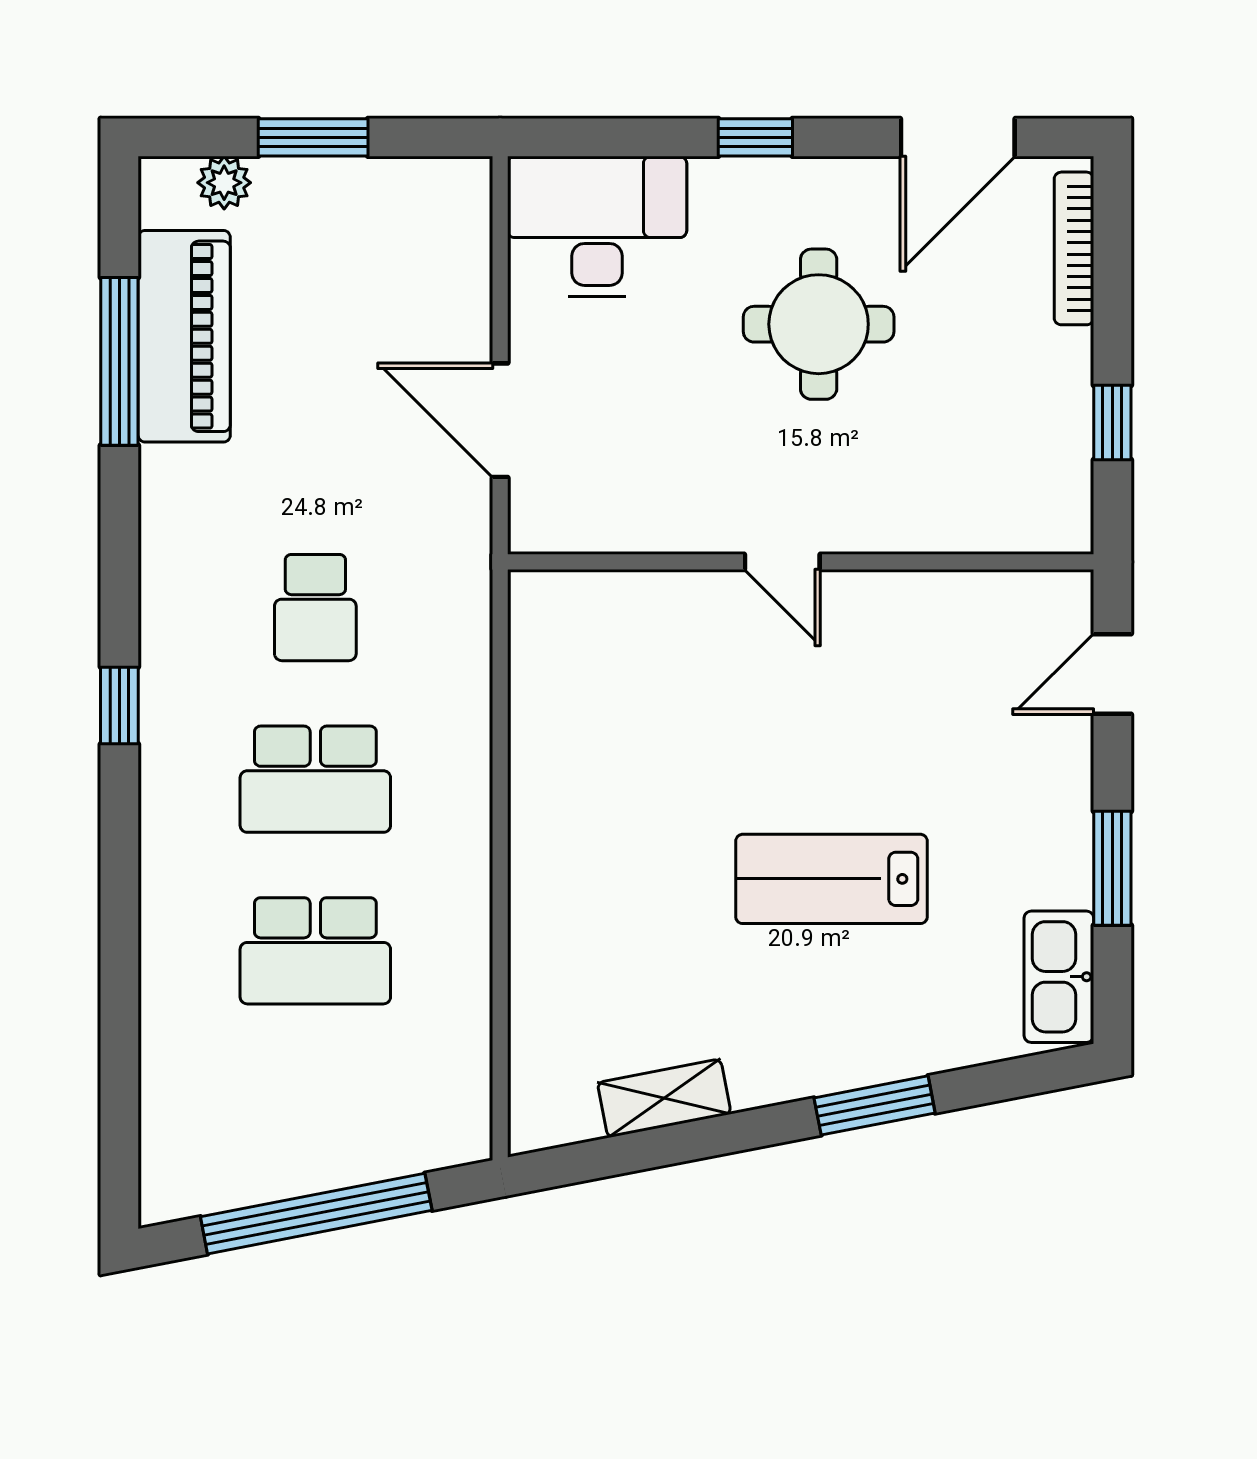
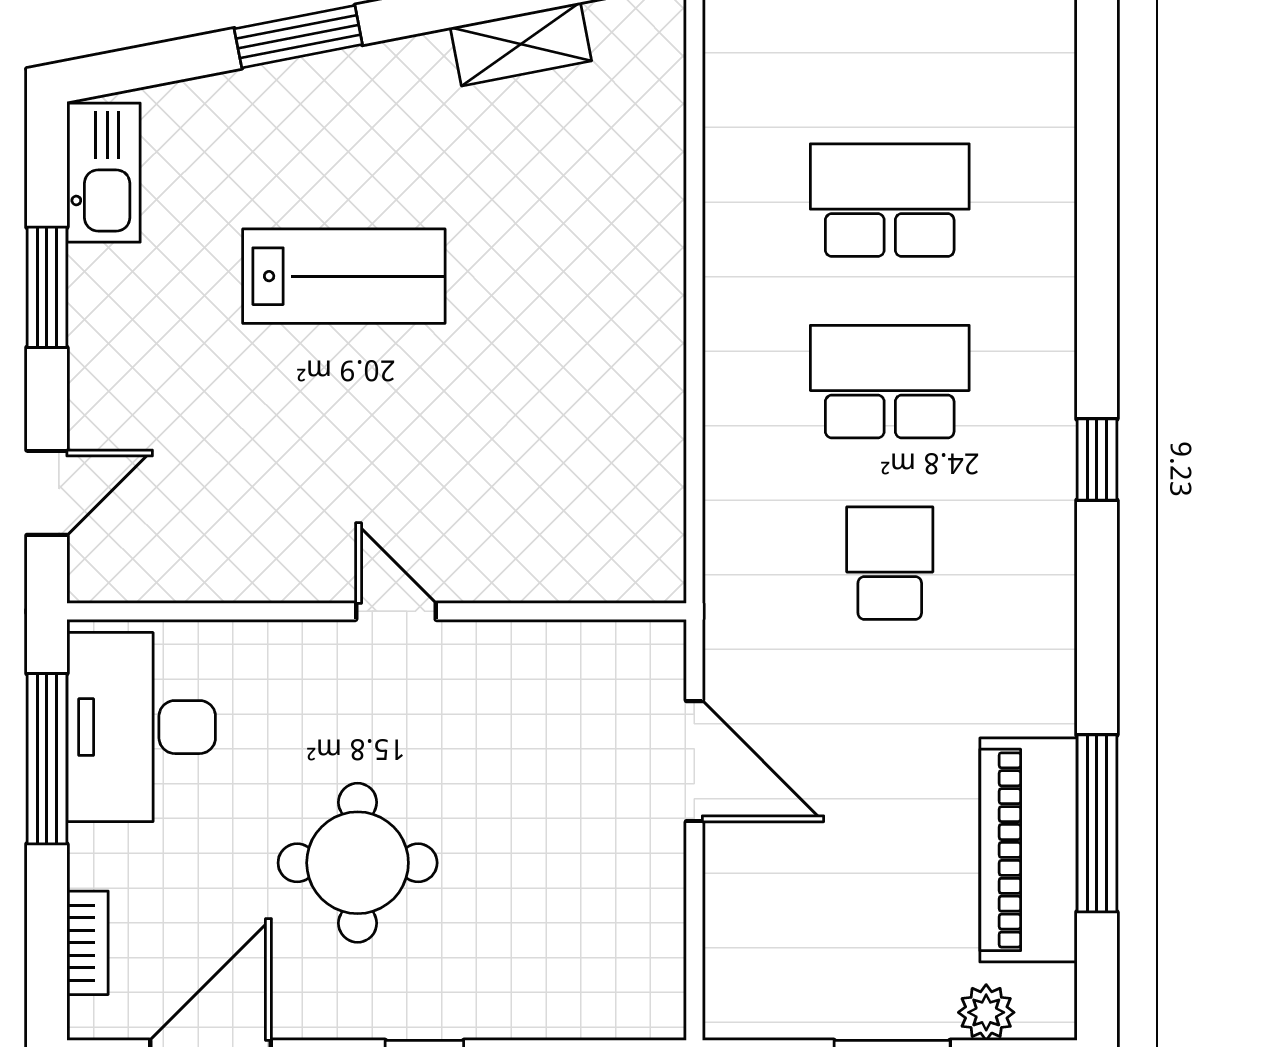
desk: (597, 226) -> (141, 727), moved, turned 90
bookcase: (1074, 248) -> (88, 943), width x0.64
window: (1112, 423) -> (47, 759), width x2.17

